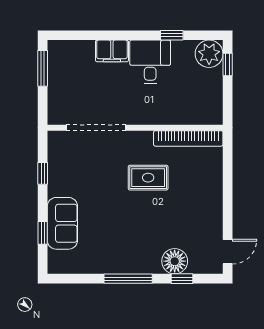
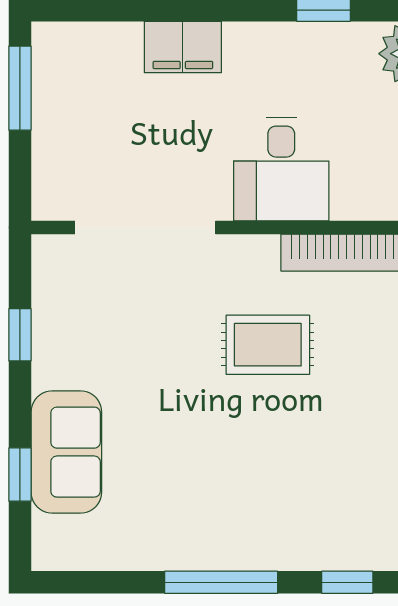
desk: (150, 62) -> (281, 169), moved, turned 180
floor lamp: (175, 261) -> (330, 541), removed

